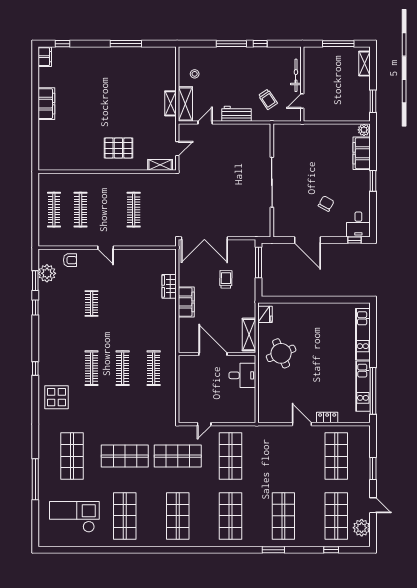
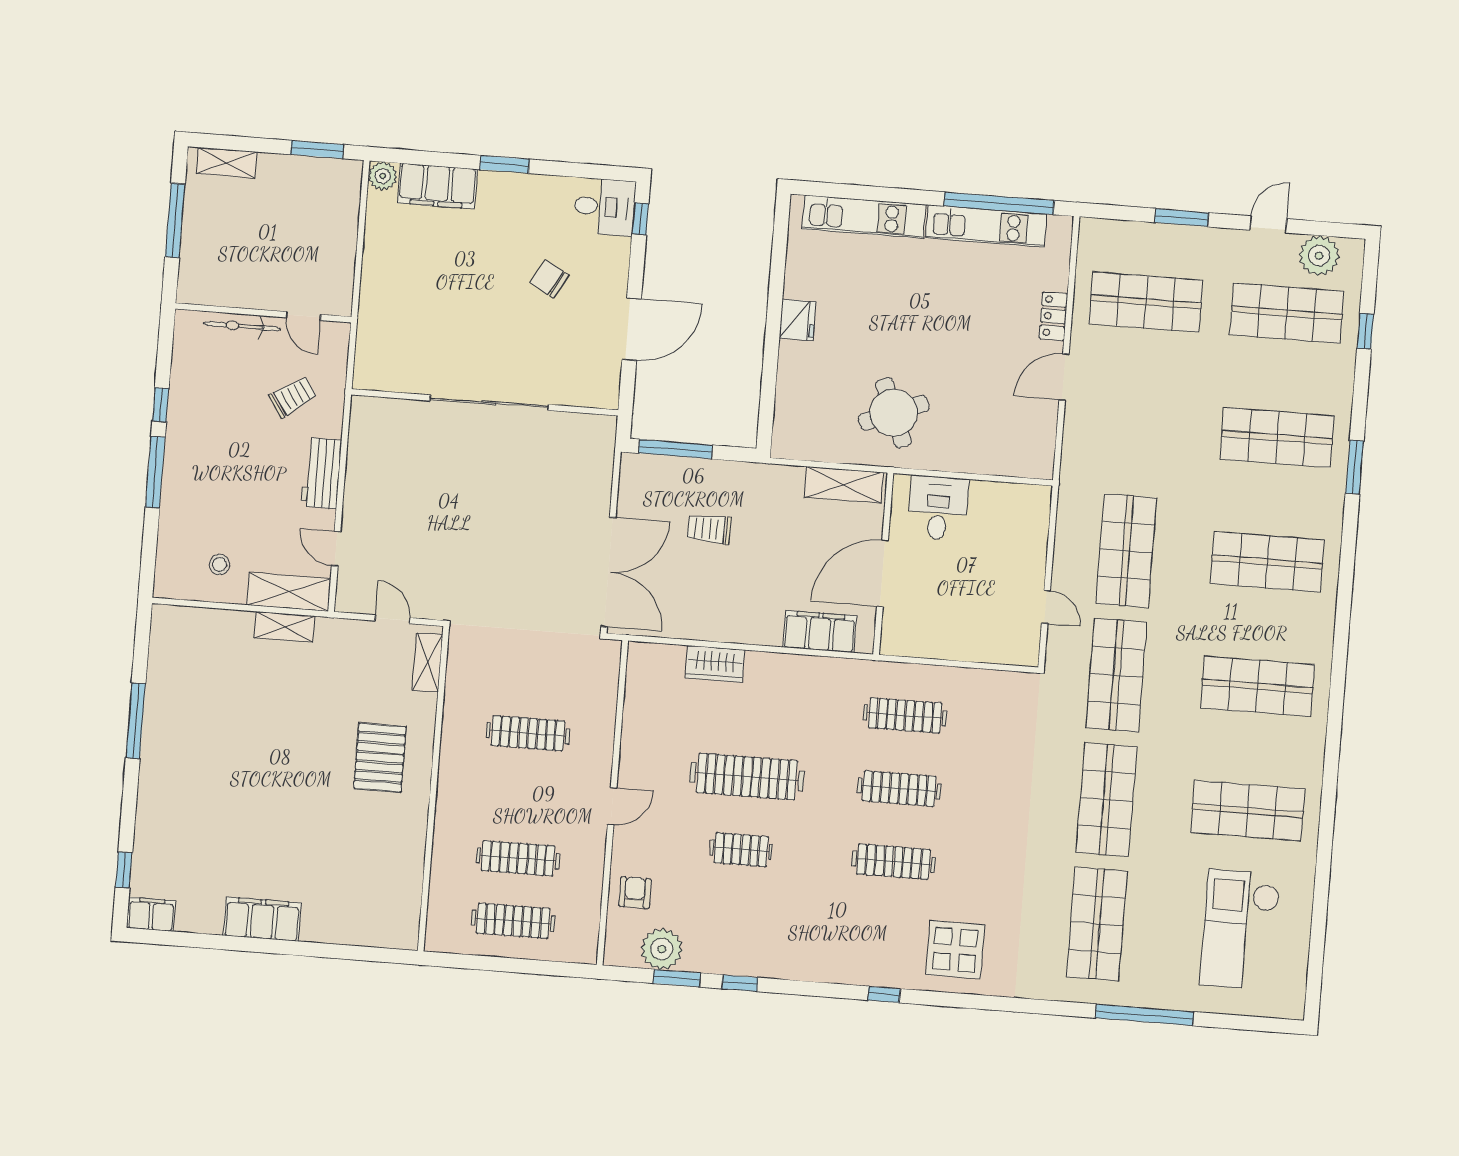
filing cabinet: (186, 302) -> (820, 632), moved
clothes rail: (123, 304) -> (747, 777), added
fridge: (265, 314) -> (798, 320), moved, turned 90
shop shelf: (72, 456) -> (1097, 924), turned 90
shop shelf: (231, 456) -> (1126, 551), turned 90

